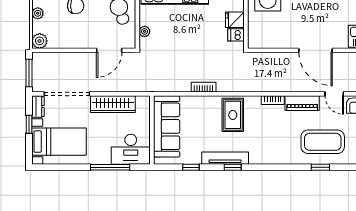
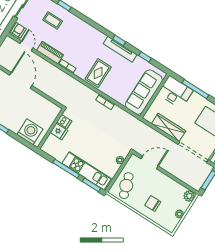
coffee table: (323, 142) -> (53, 20), width x0.54, depth x0.58

